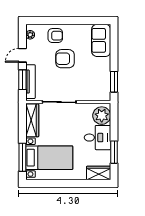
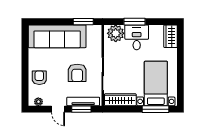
sofa: (101, 40) -> (57, 36), width x1.85, depth x1.27
armchair: (65, 59) -> (77, 73), moved
window: (114, 152) -> (135, 22), moved

